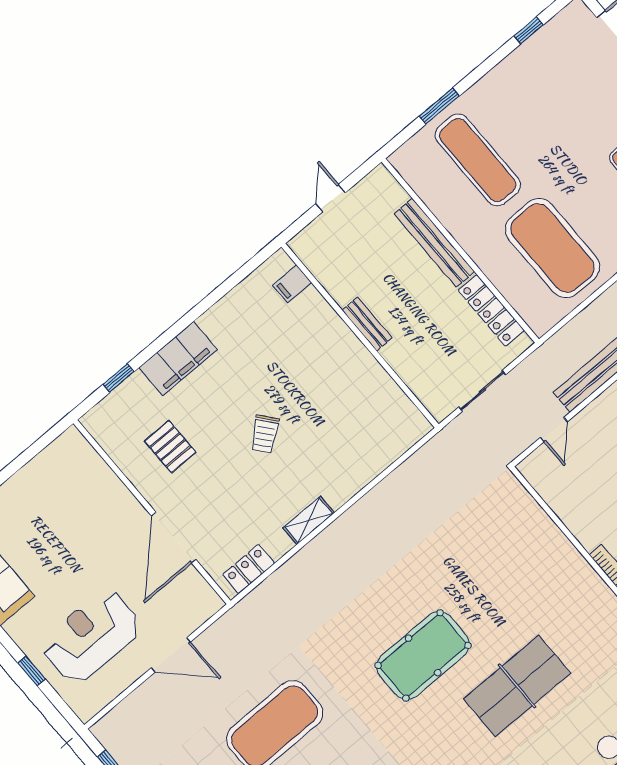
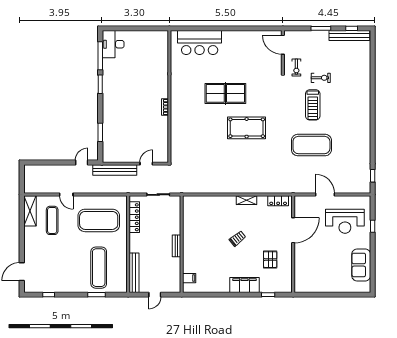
bench: (434, 243) -> (134, 273), moved
exercise mat: (552, 248) -> (99, 220), turned 90

